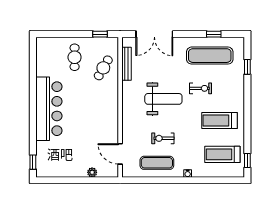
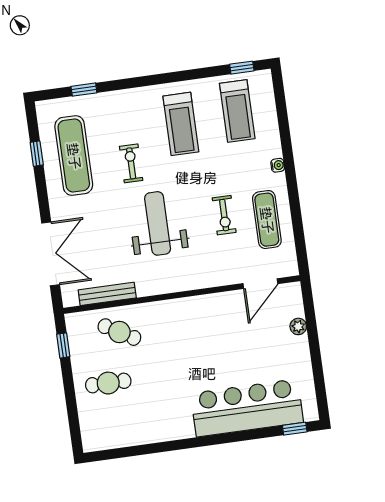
bar counter: (49, 109) -> (247, 408), moved

